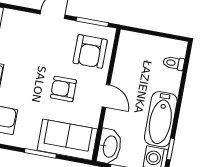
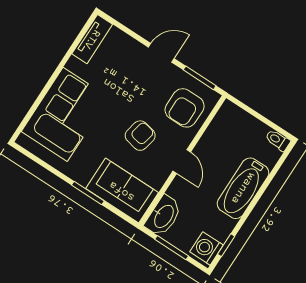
toilet: (174, 63) -> (278, 140), moved
armchair: (63, 89) -> (140, 136), turned 102
bathtub: (161, 119) -> (243, 188), moved

